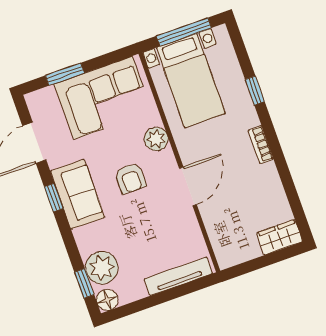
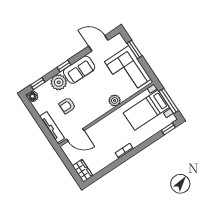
window: (255, 90) -> (168, 129), moved
armchair: (130, 178) -> (67, 105), moved
door: (188, 186) -> (75, 135), moved
window: (54, 198) -> (64, 66), moved
plant: (102, 268) -> (59, 82), moved

